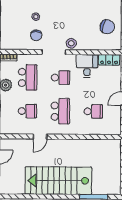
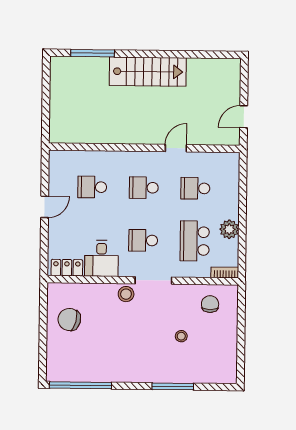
chair: (36, 35) -> (210, 304), moved
school desk: (60, 111) -> (144, 188), width x0.54
stairs: (58, 181) -> (148, 72), width x0.73, depth x0.66

